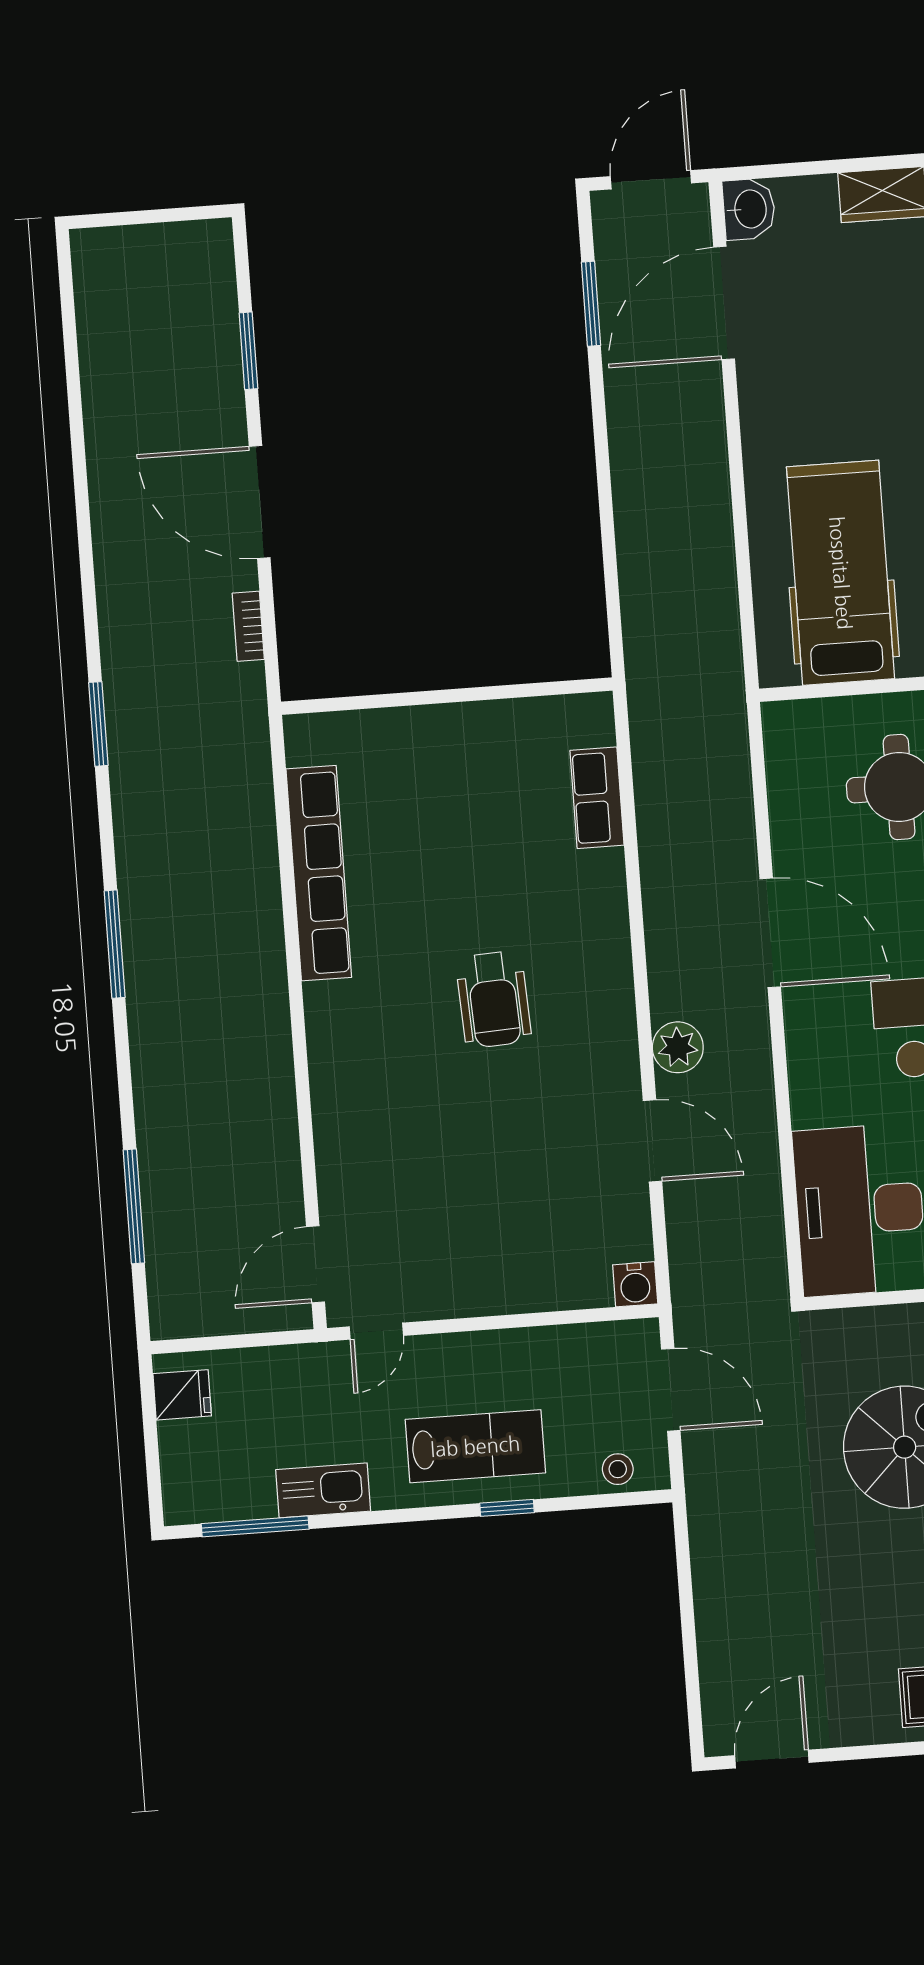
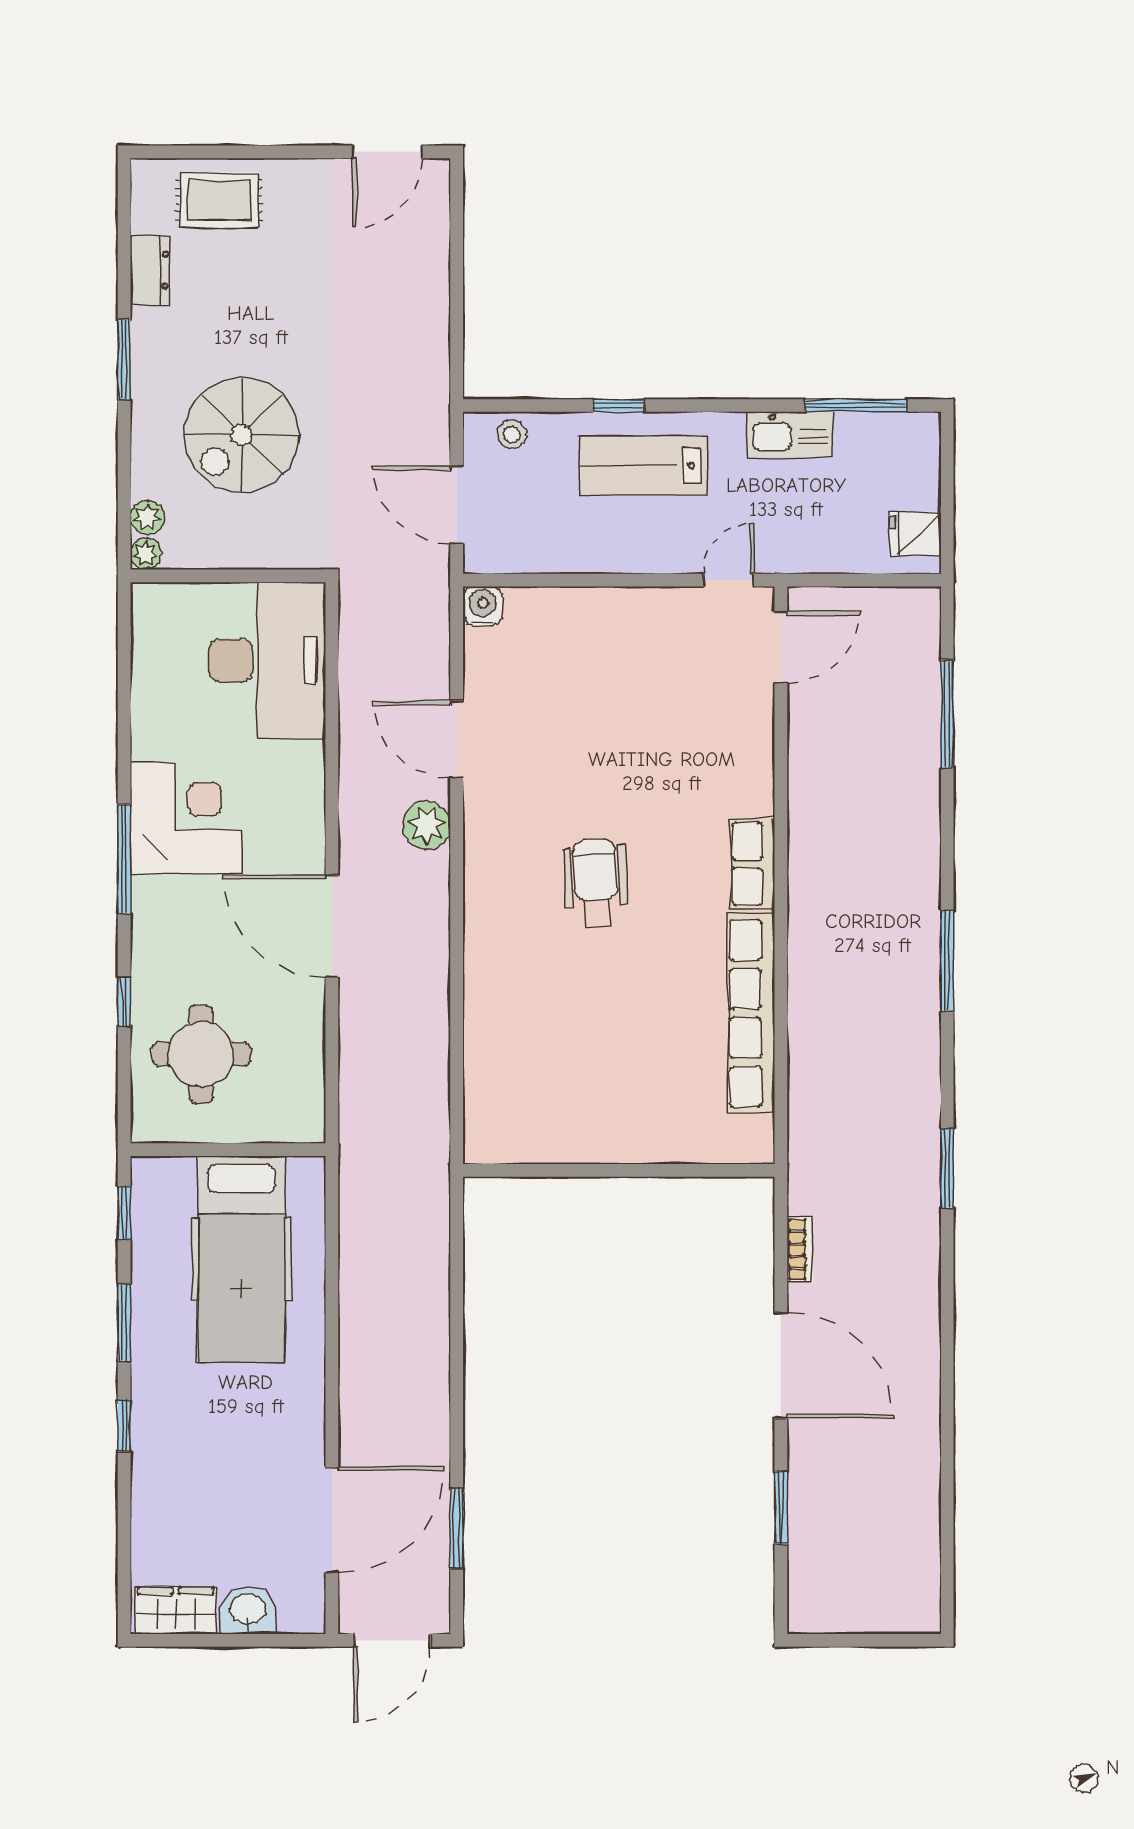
washbasin: (749, 209) -> (248, 1610), moved, turned 90
row of seats: (597, 798) -> (753, 864), moved, turned 180

